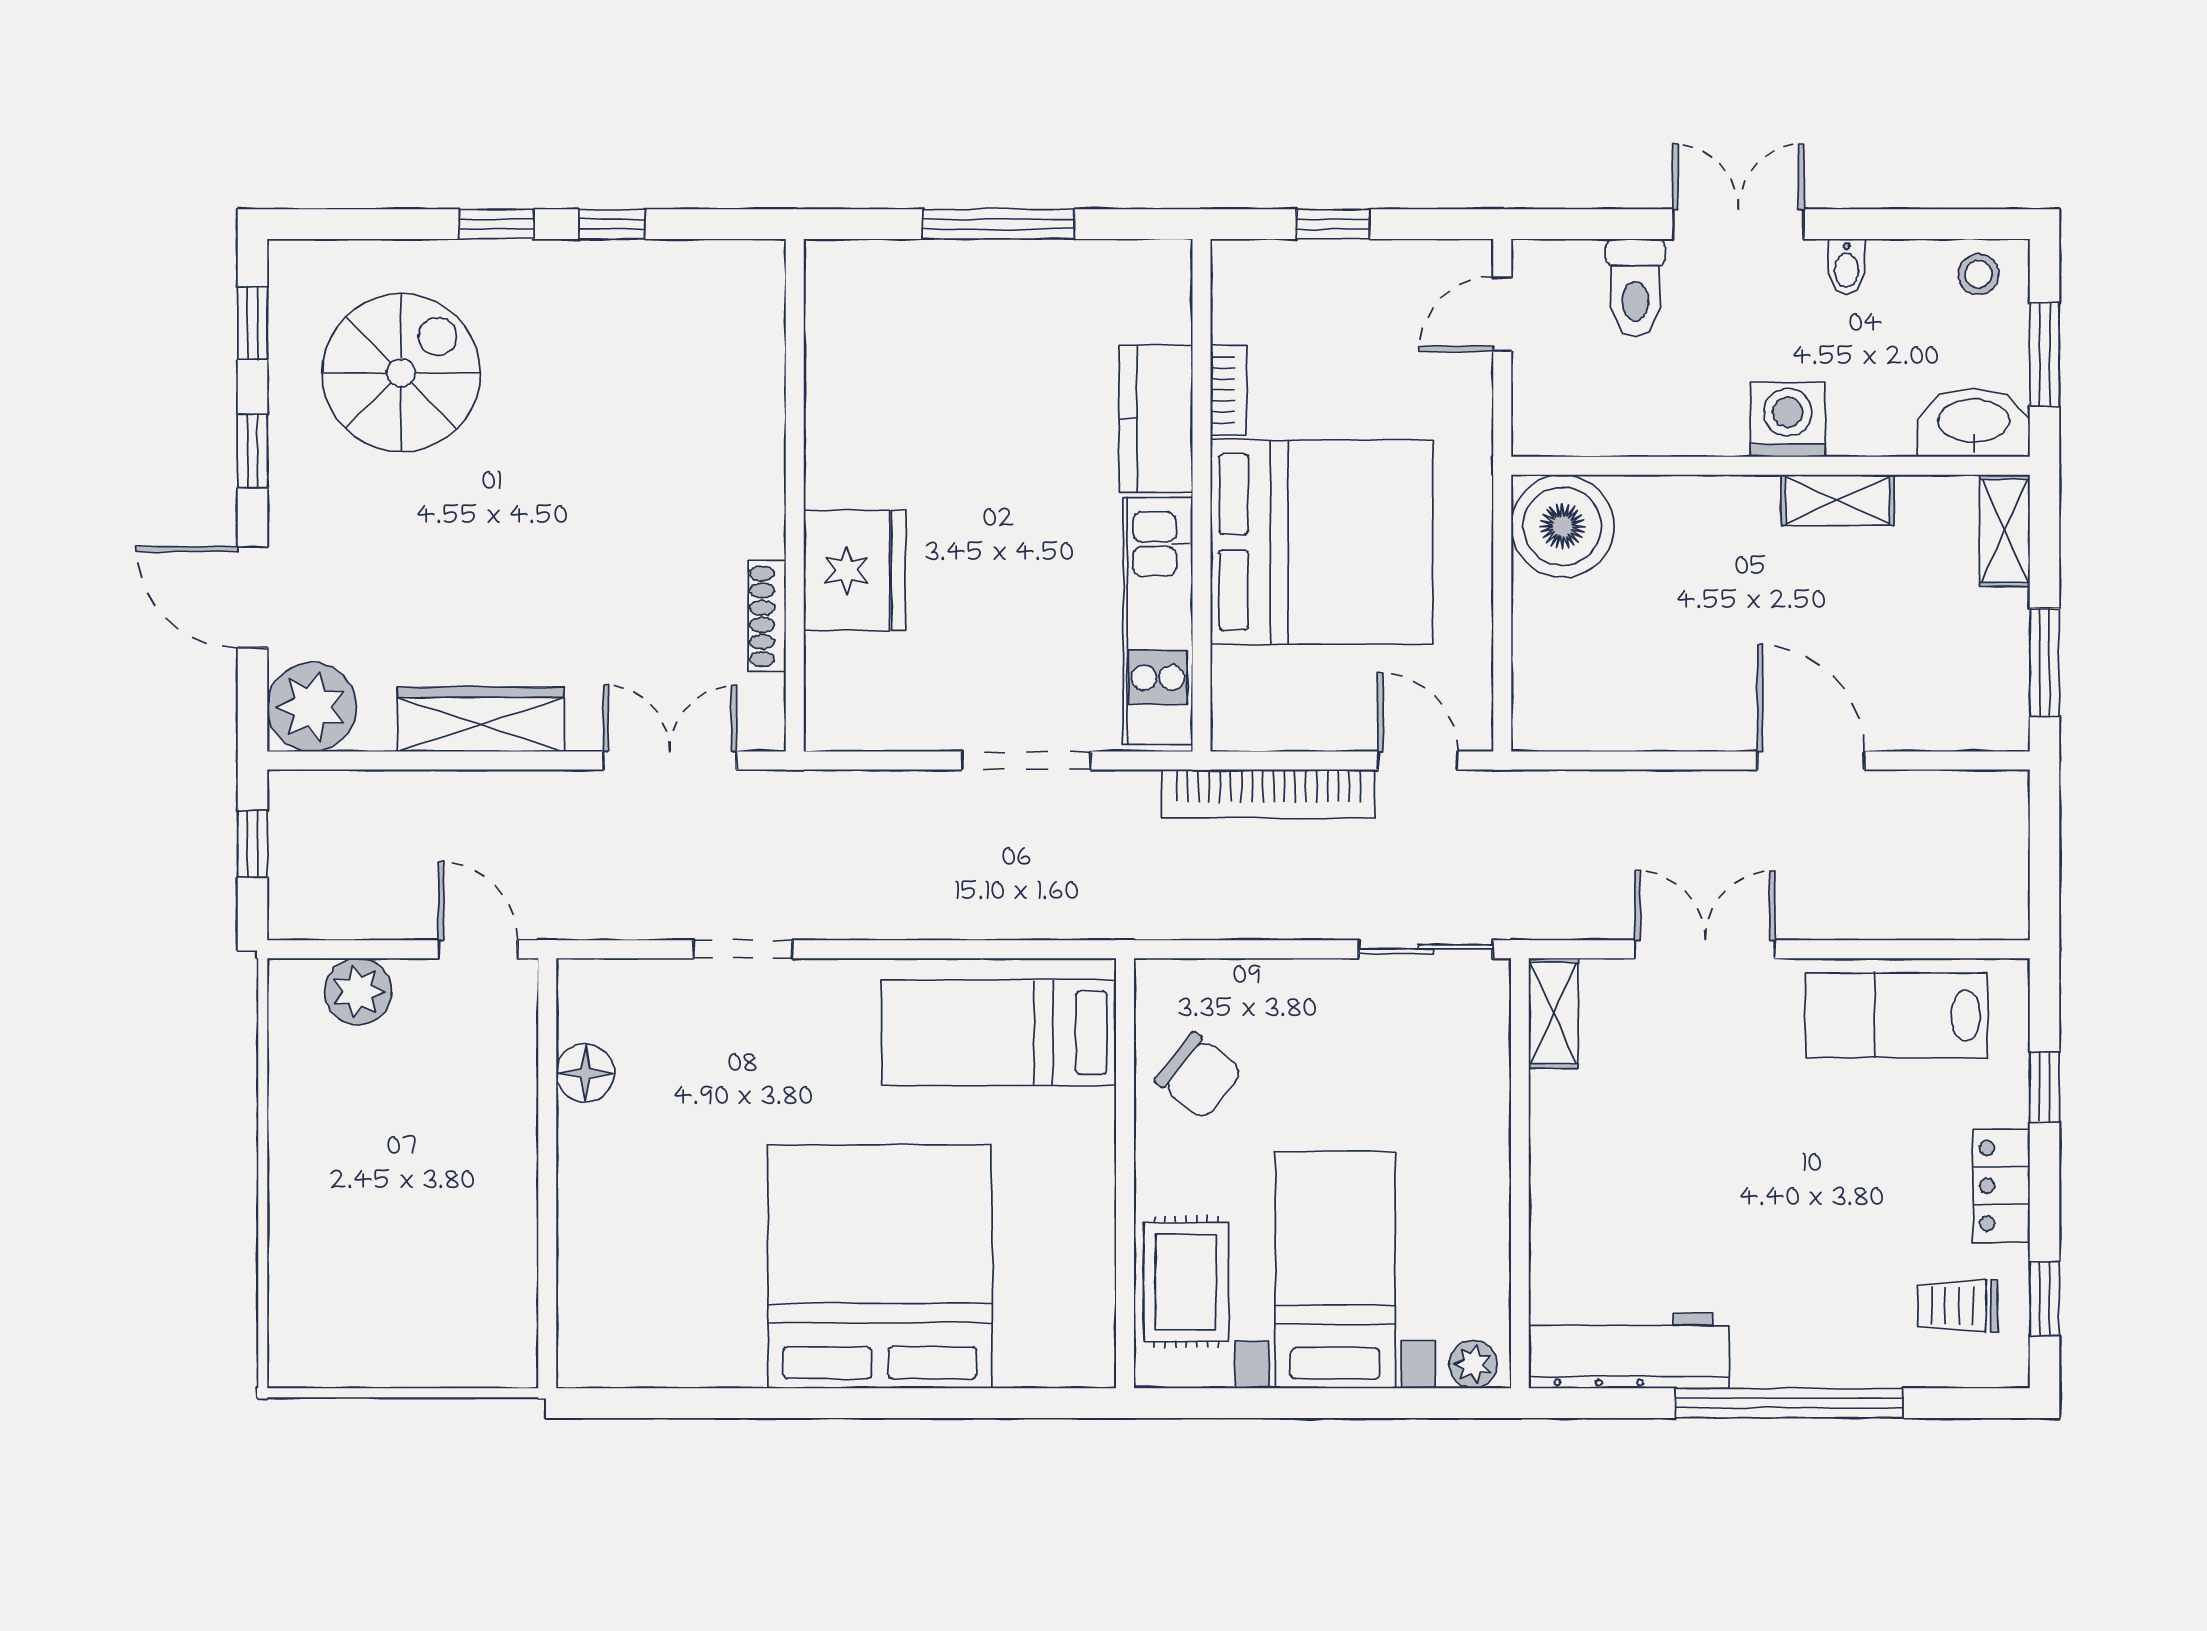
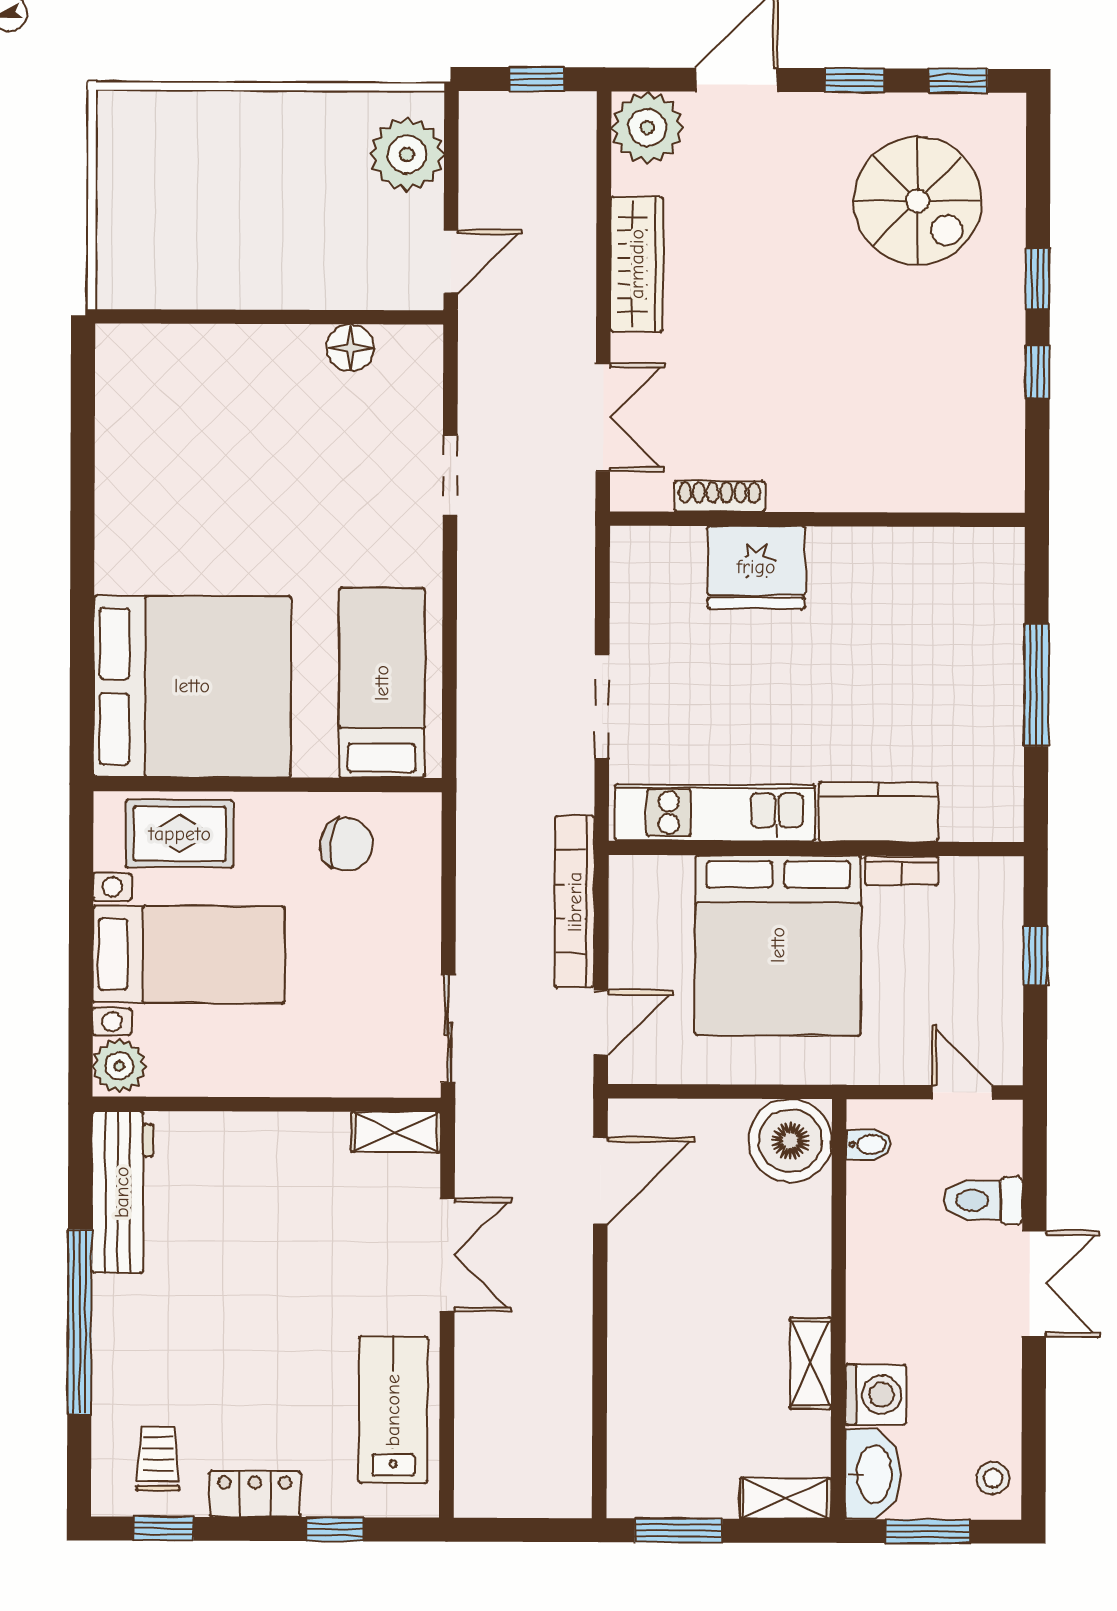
bidet: (1847, 266) -> (869, 1145), moved, turned 180
washing machine: (1788, 420) -> (876, 1395), moved
door: (1811, 761) -> (600, 1181), moved
plant: (358, 992) -> (407, 154), width x1.36, depth x1.36
chair: (1199, 1076) -> (346, 845), turned -121
bed: (880, 1267) -> (192, 686), moved
plant: (1473, 1364) -> (119, 1066), width x1.38, depth x1.38

